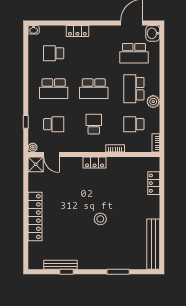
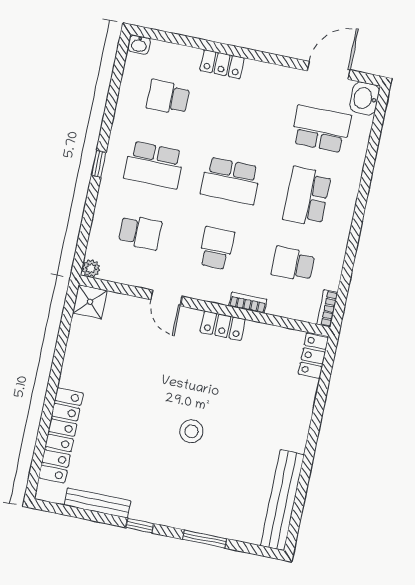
school desk: (134, 53) -> (321, 129), turned 180
plant: (153, 102) -> (339, 229), removed
window: (26, 122) -> (99, 164), moved
door: (51, 154) -> (166, 298), moved
locker: (95, 162) -> (223, 326), moved
locker: (154, 183) -> (313, 356), moved
locker: (35, 217) -> (61, 435), moved
window: (66, 272) -> (140, 526), moved

